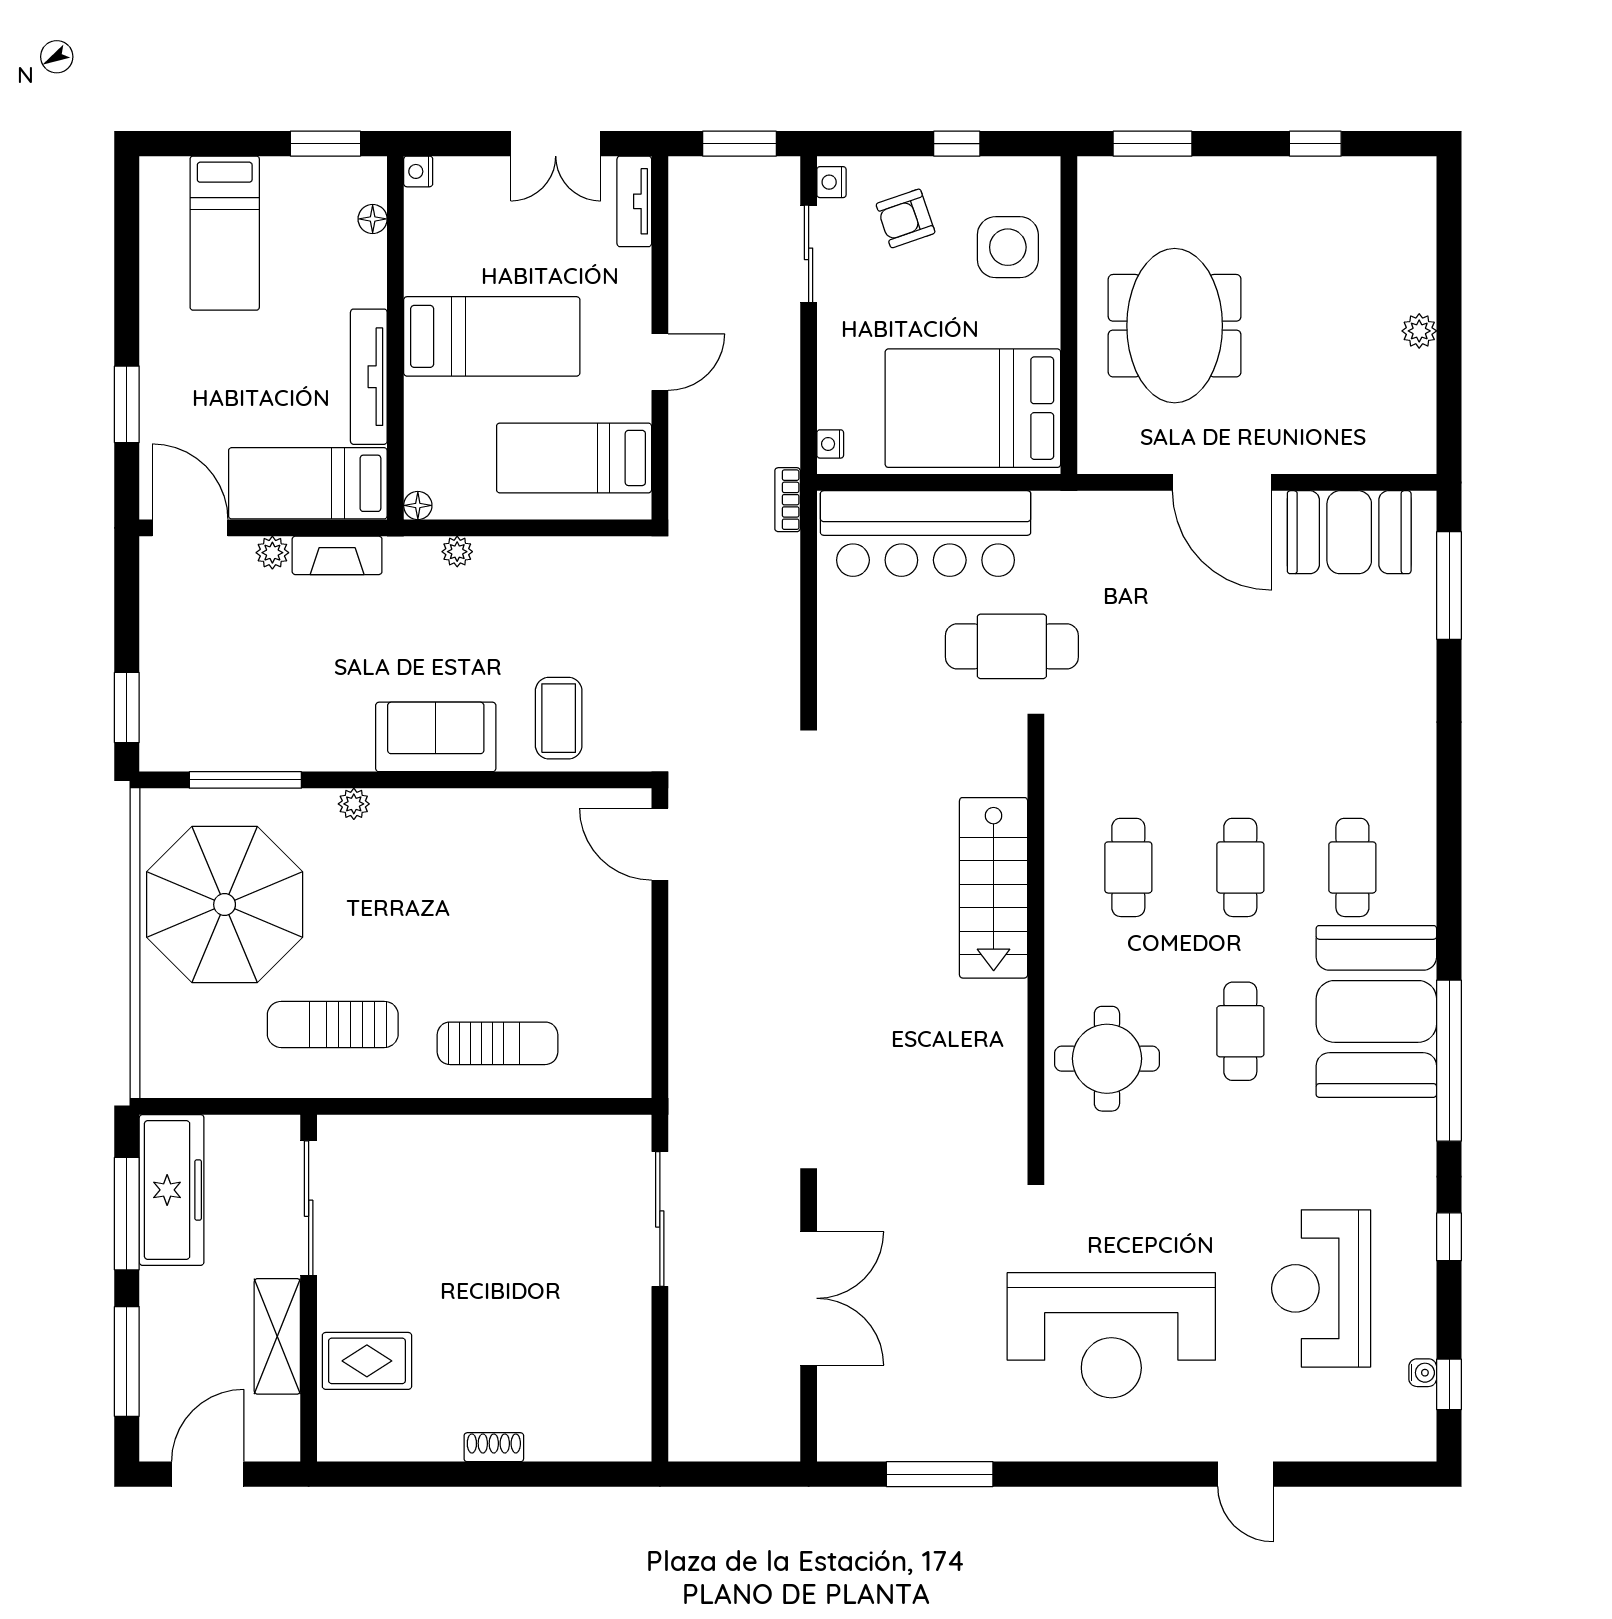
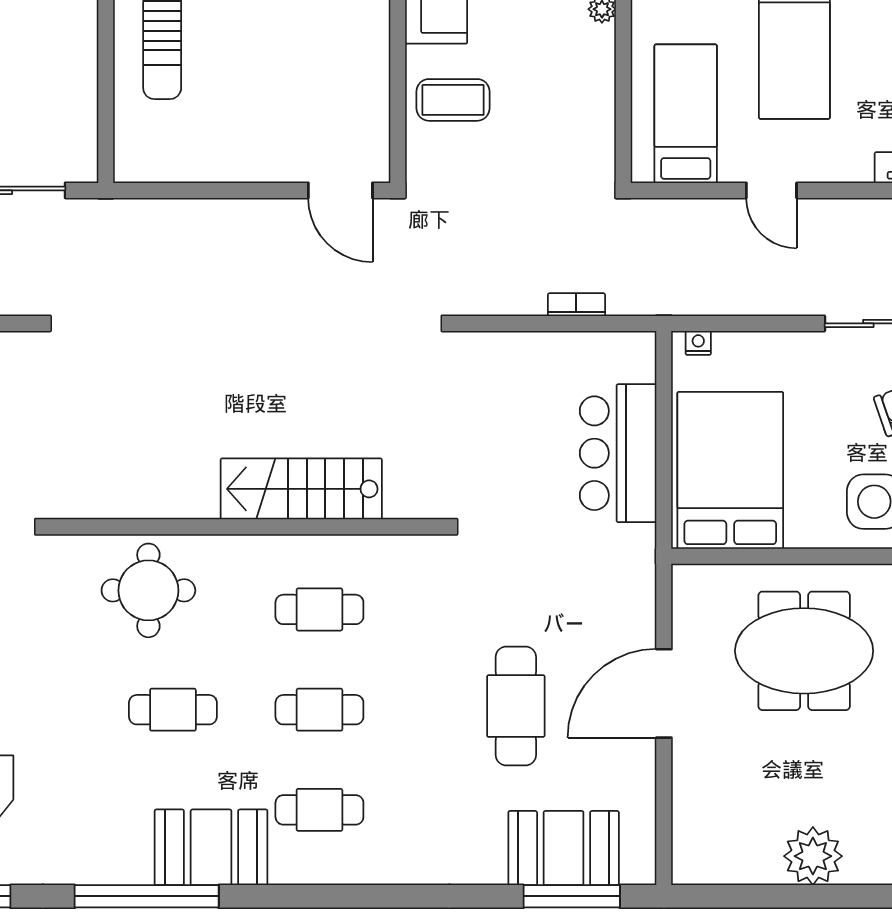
plant: (1419, 331) -> (813, 856), width x1.87, depth x1.87
bookcase: (788, 500) -> (576, 305), moved
booth: (1349, 532) -> (564, 848), moved, turned 90
bar counter: (926, 534) -> (618, 453), width x0.73
cafe table: (1012, 646) -> (516, 706), moved
door: (660, 844) -> (340, 190), swing flipped
booth: (1376, 1011) -> (211, 847), width x0.73, depth x0.70

